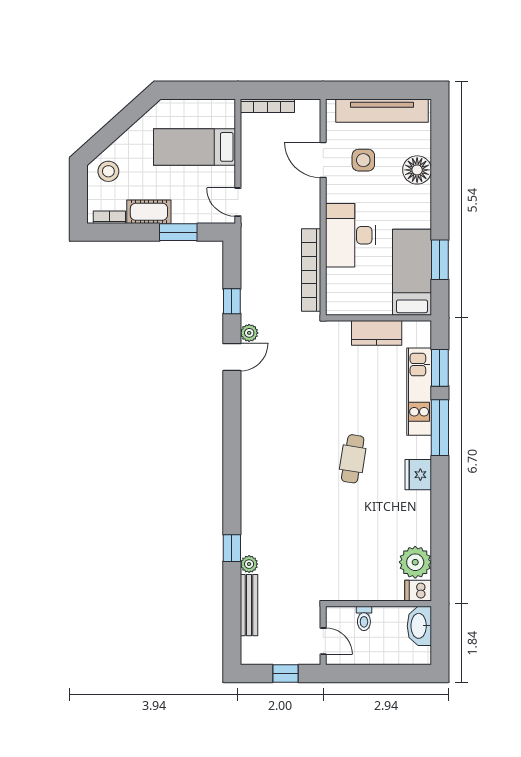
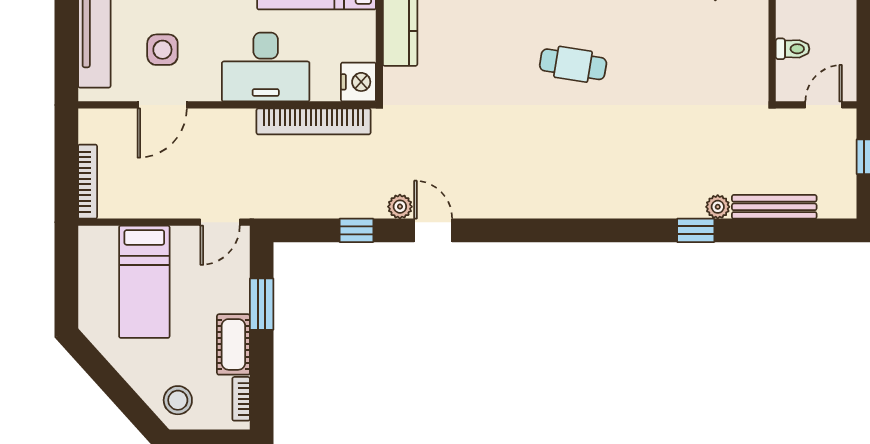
nightstand: (340, 303) -> (358, 82), added

